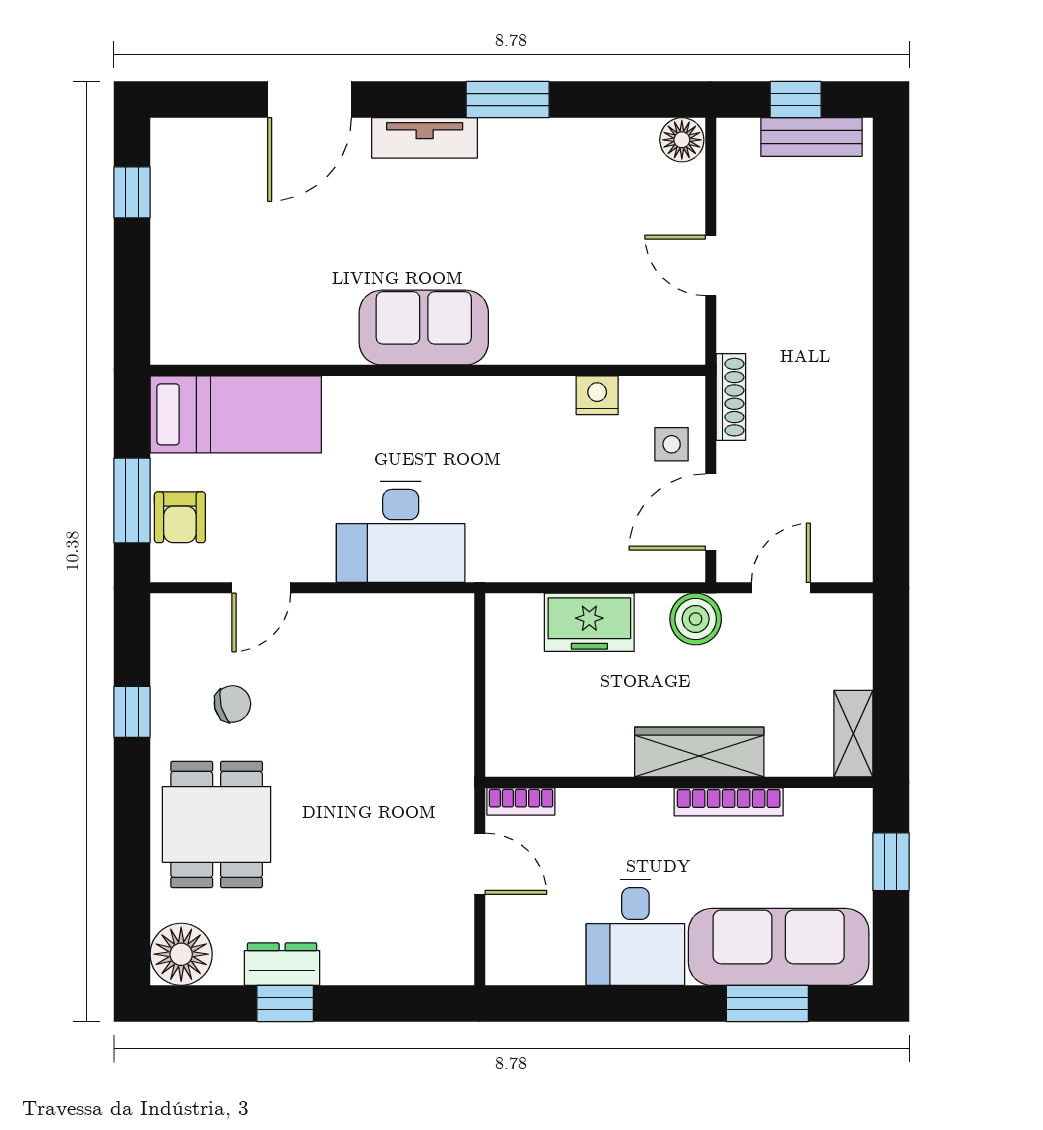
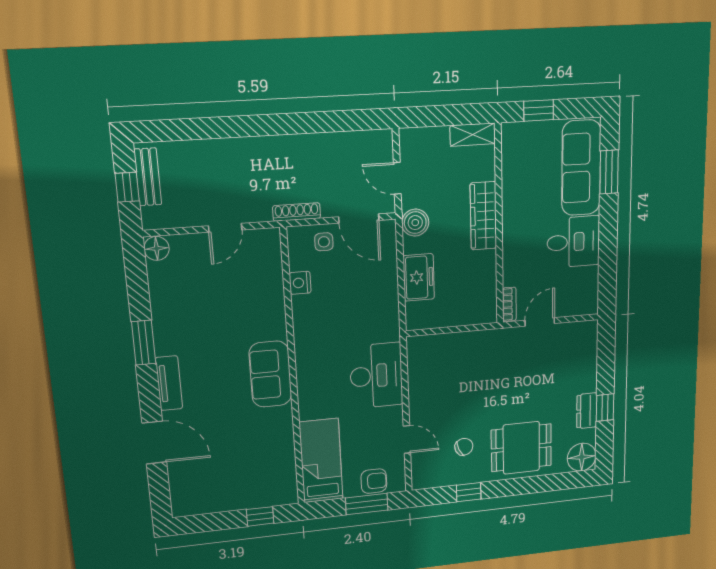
window: (132, 192) -> (260, 516), moved
chair: (232, 704) -> (464, 447), turned 81
bookcase: (729, 802) -> (509, 199), removed

